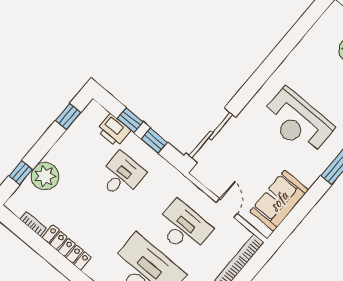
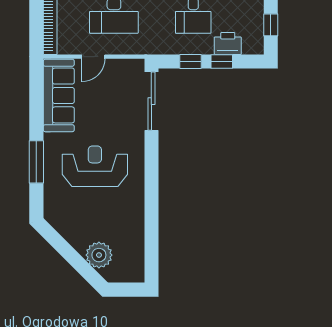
sofa: (279, 201) -> (59, 95), width x1.36
door: (227, 208) -> (93, 57), hinge flipped

